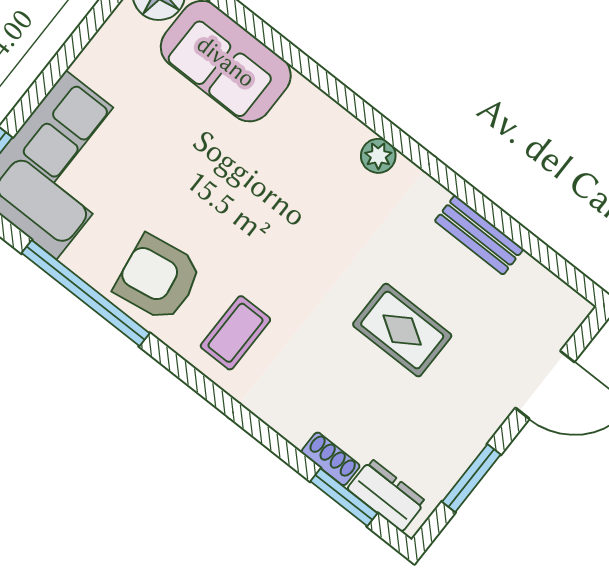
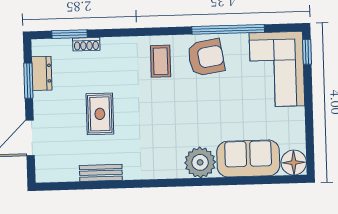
plant: (378, 156) -> (200, 162), moved, width x1.88, depth x1.88
rug: (402, 330) -> (100, 114), turned 90
dresser: (387, 495) -> (42, 73), moved, turned -90

